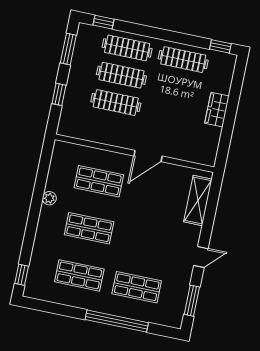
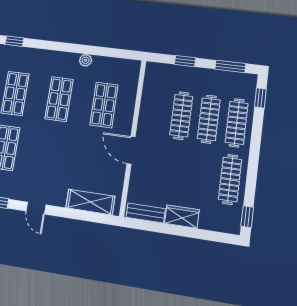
bench: (212, 145) -> (146, 213), added

